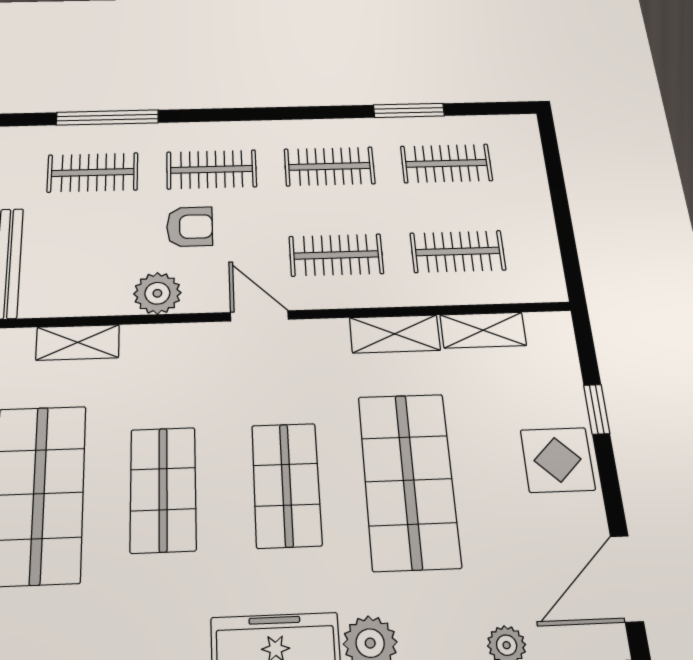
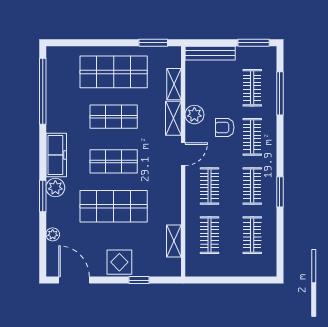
window: (409, 110) -> (280, 192), moved
armchair: (190, 227) -> (225, 127), turned 90
shelving: (395, 334) -> (173, 118), moved

